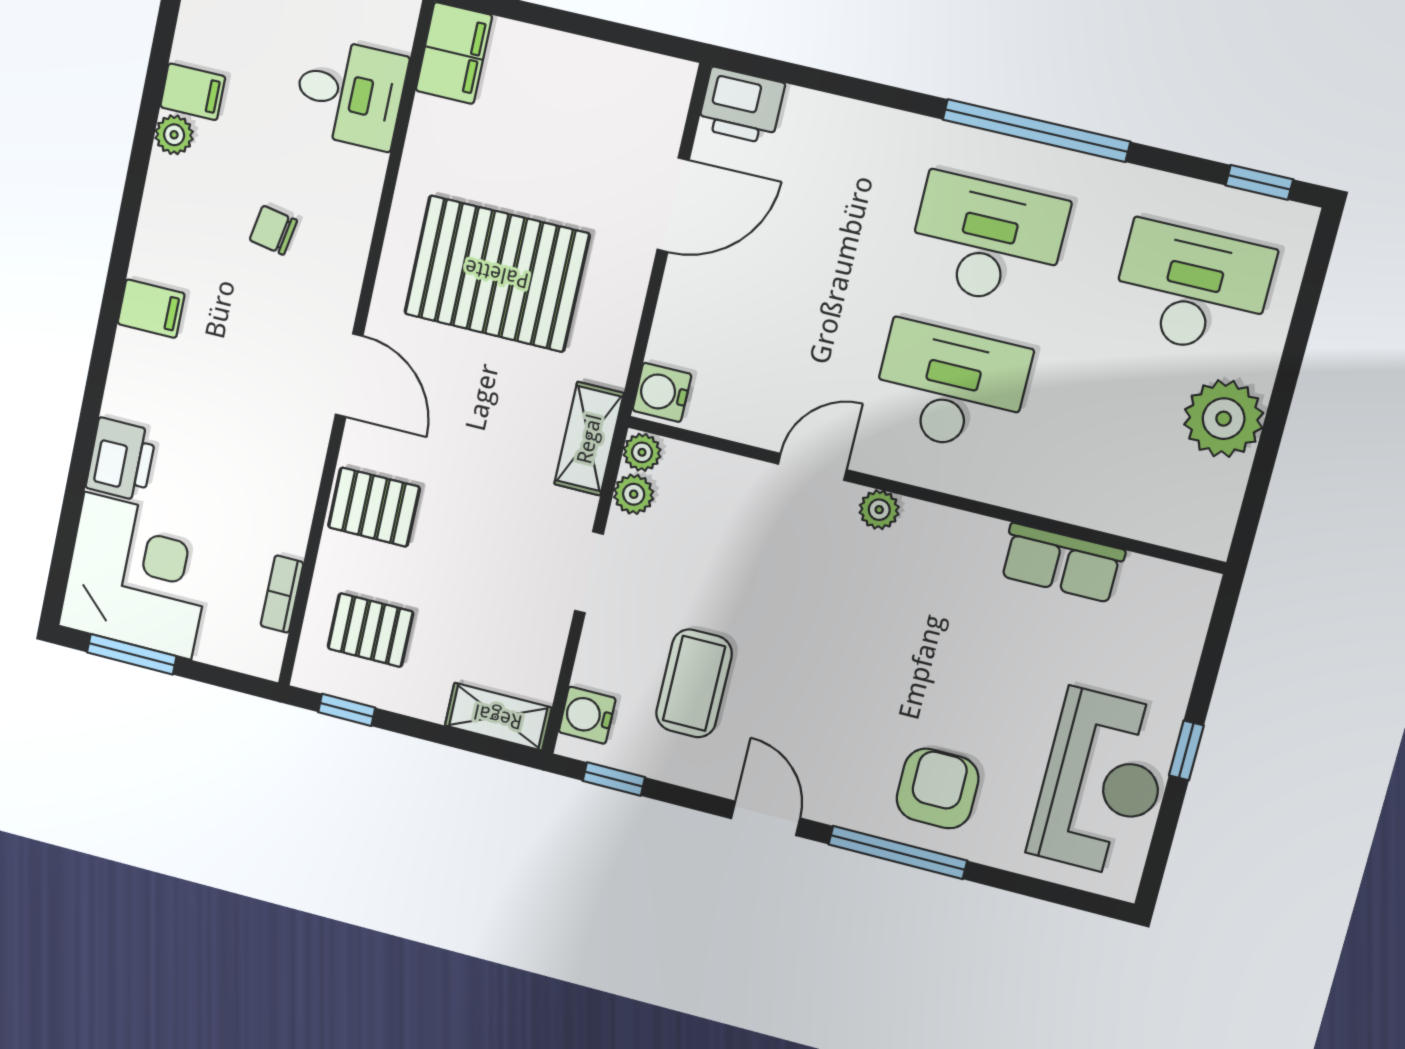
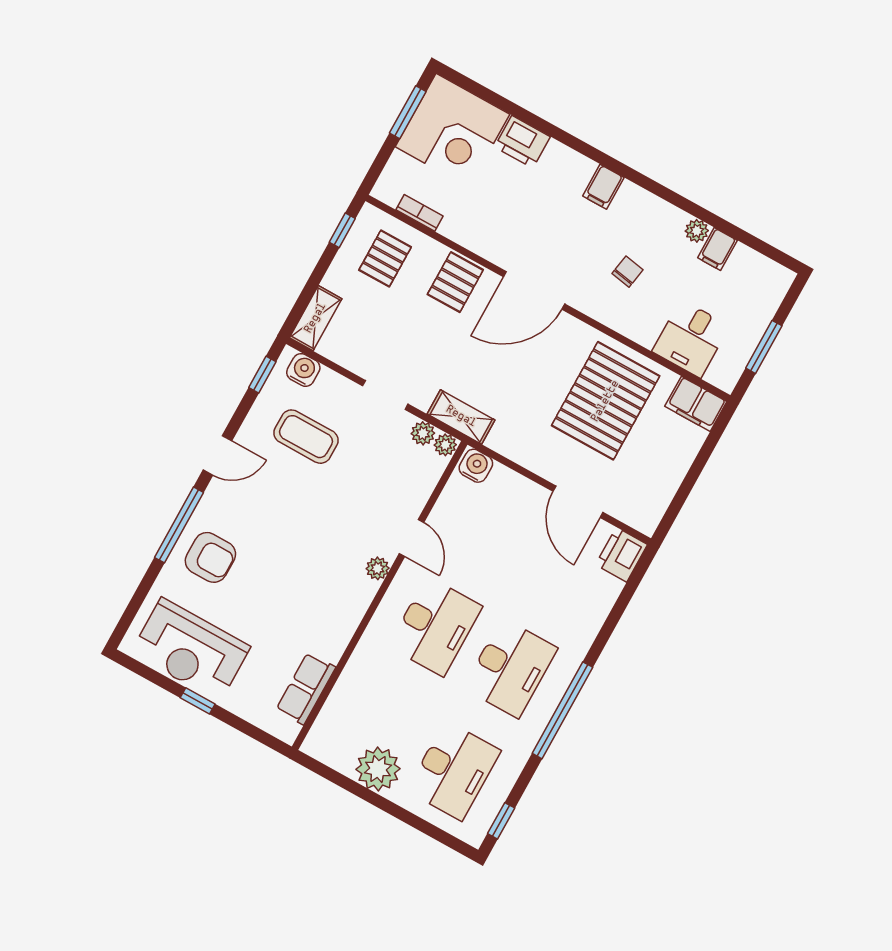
pallet: (497, 274) -> (606, 401), moved
door: (349, 375) -> (534, 290), width x1.36
row of seats: (1062, 563) -> (306, 688), moved

